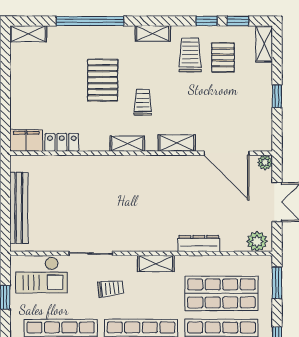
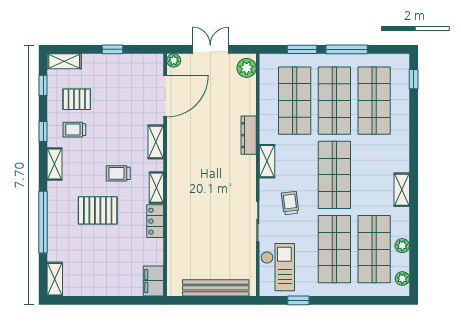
window: (207, 21) -> (43, 131), moved
trolley: (190, 55) -> (74, 130), width x0.73, depth x0.72
locker: (62, 142) -> (155, 221), moved
dresser: (199, 244) -> (249, 135), moved
window: (277, 283) -> (302, 49), moved

